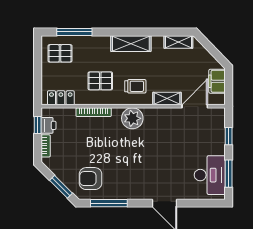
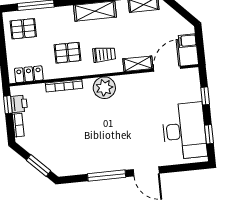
filing cabinet: (217, 81) -> (187, 41), width x0.50
window: (229, 174) -> (209, 134), width x0.67
desk: (210, 175) -> (184, 131), width x1.36, depth x1.30
armchair: (90, 179) -> (68, 154), removed
window: (109, 203) -> (107, 175), moved

